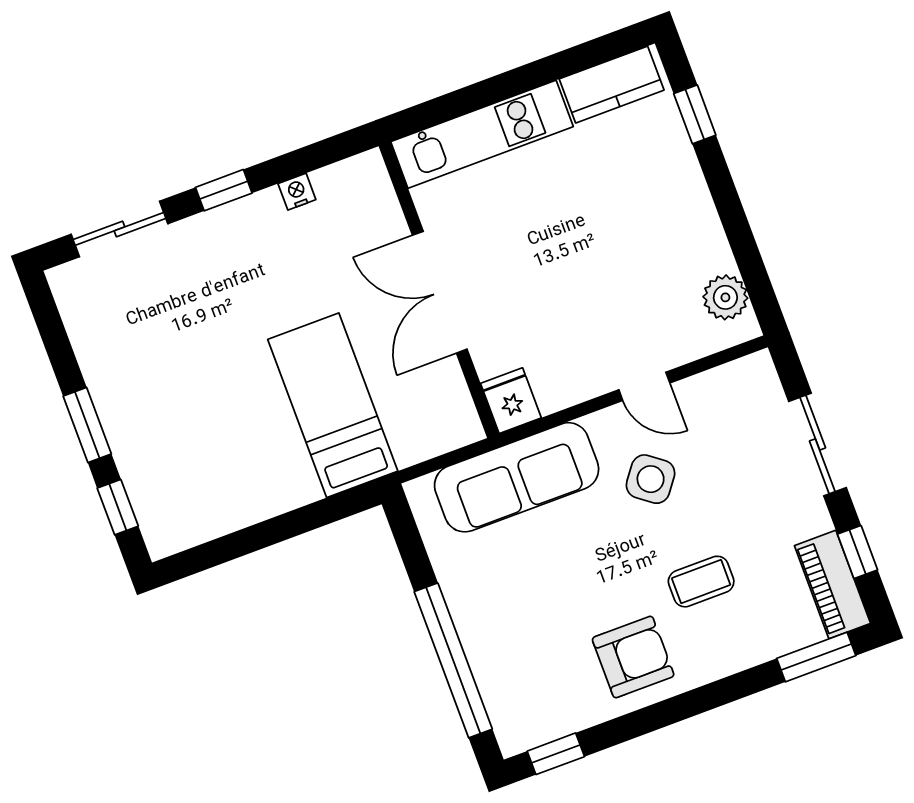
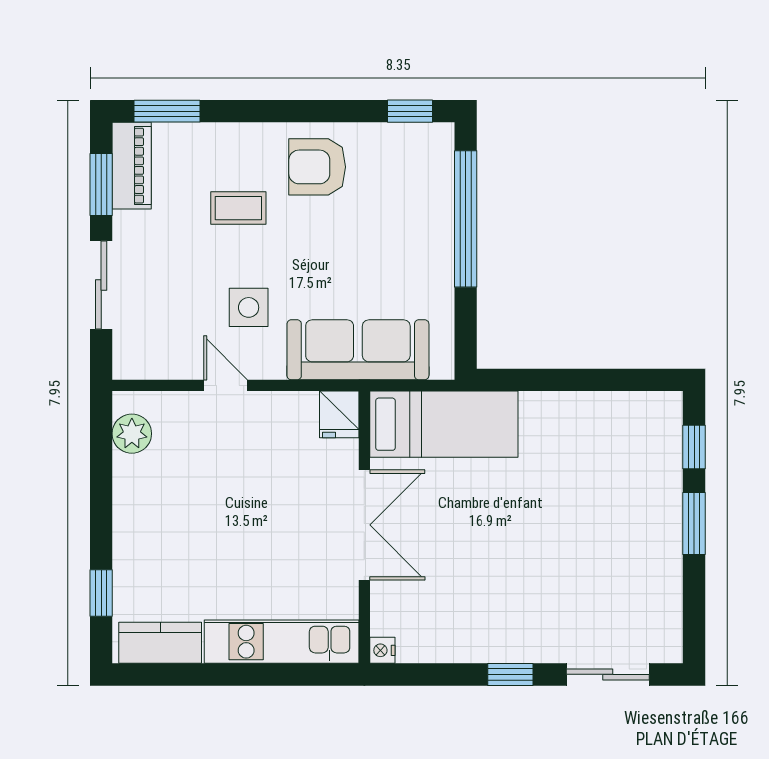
nightstand: (297, 192) -> (382, 650), moved, turned 90
bed: (333, 405) -> (444, 424), moved, turned -90
side table: (651, 479) -> (249, 307), turned -37
window: (858, 552) -> (101, 185), width x1.50

